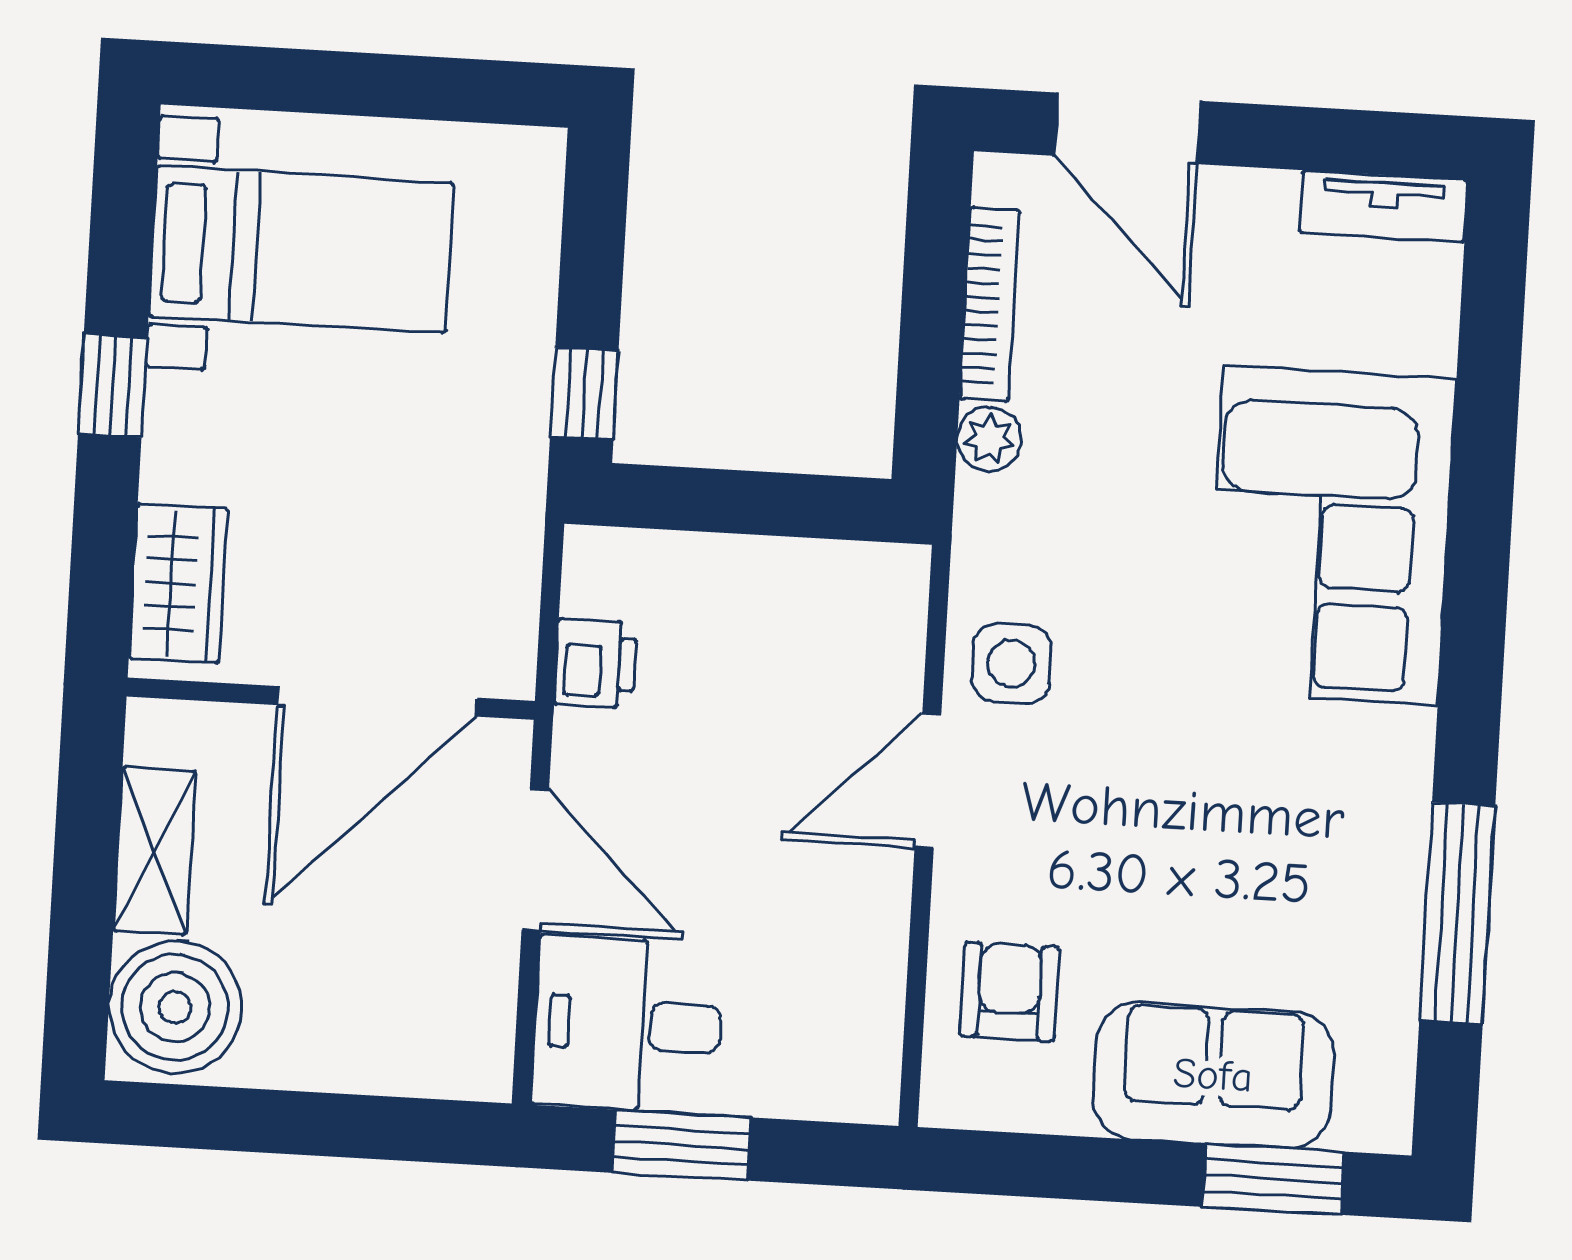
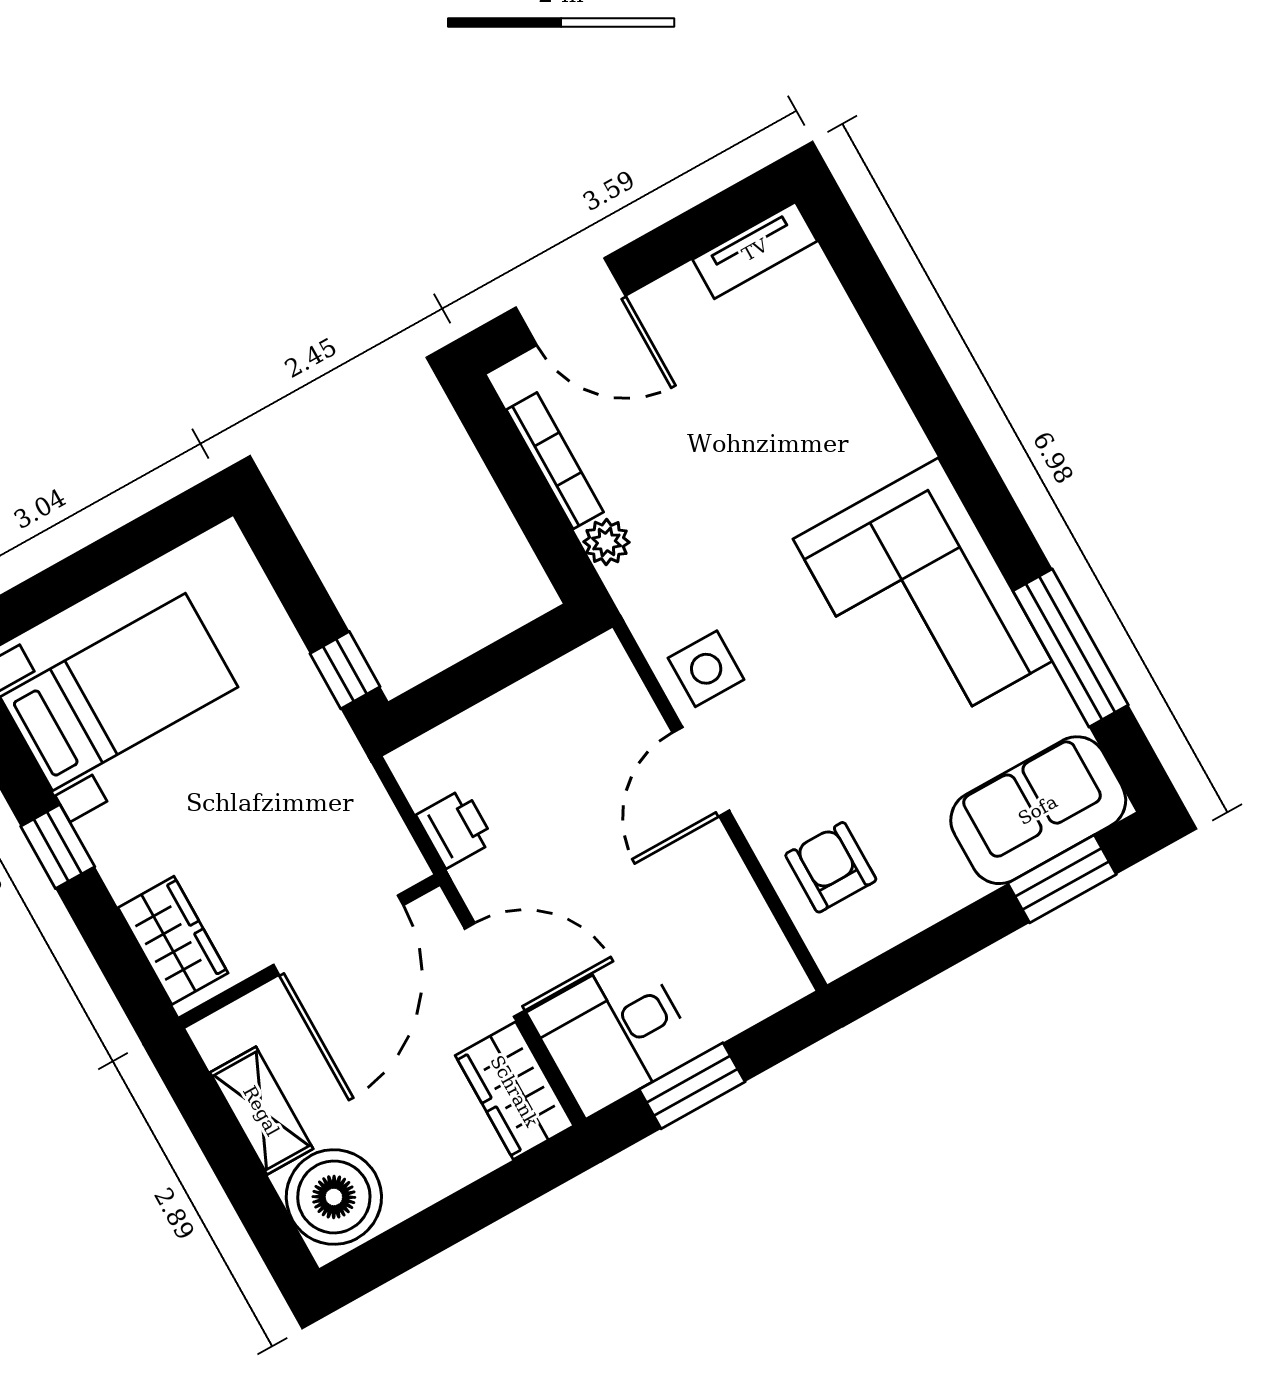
corner sofa: (1331, 535) -> (923, 600), moved
wardrobe: (468, 1017) -> (514, 1091), added
sofa: (1213, 1075) -> (1038, 810), moved

